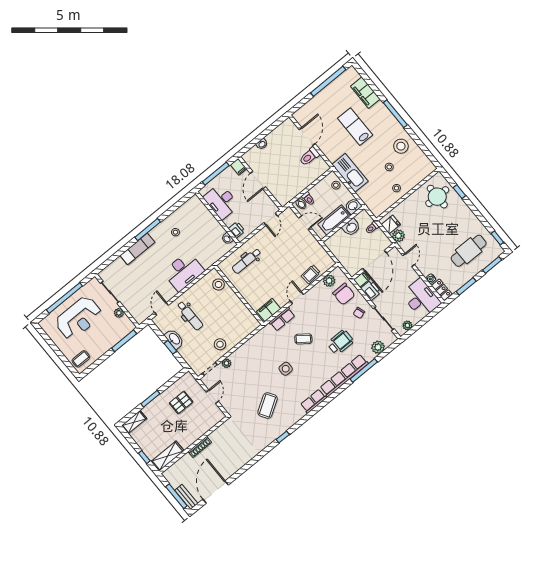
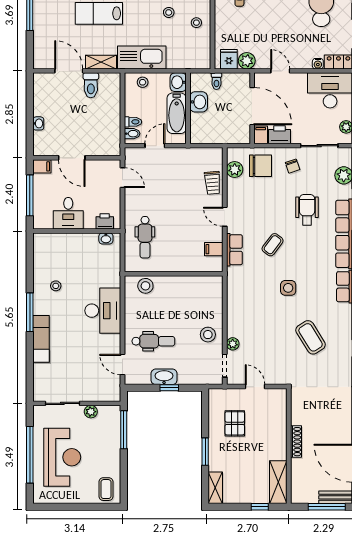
shelving: (328, 151) -> (101, 62), added
desk: (221, 201) -> (68, 213), width x0.73
filing cabinet: (269, 310) -> (214, 249), width x0.50

